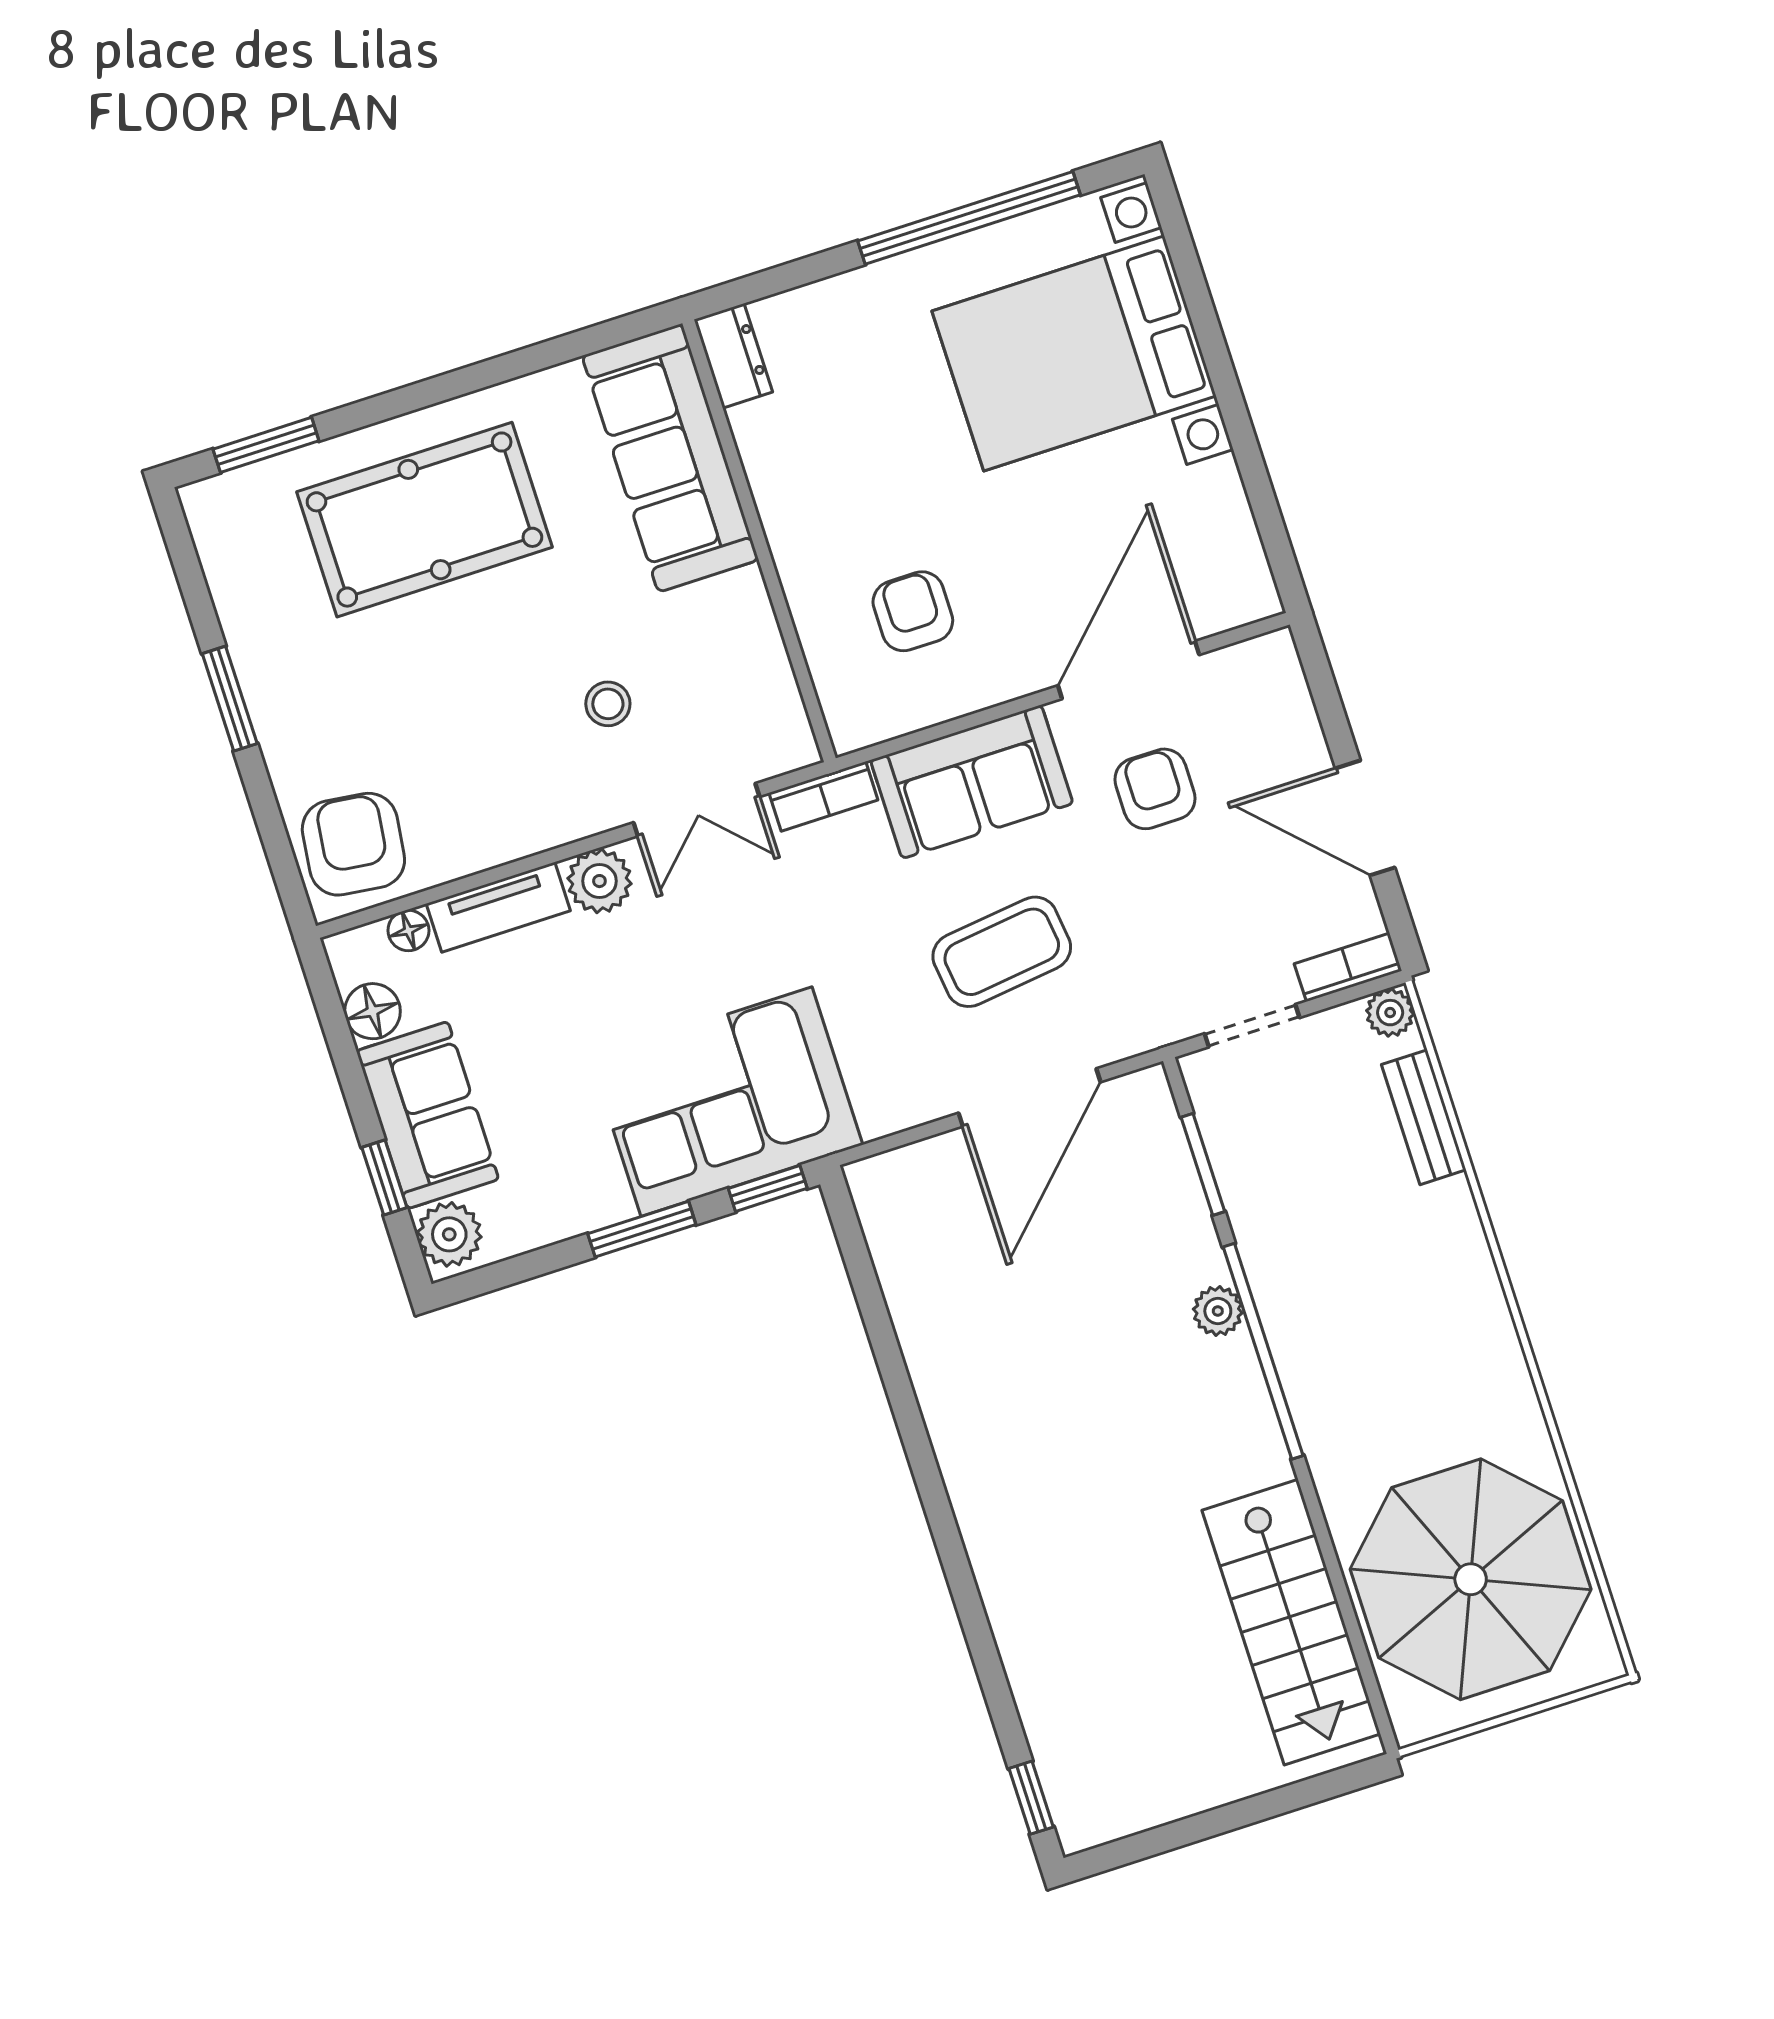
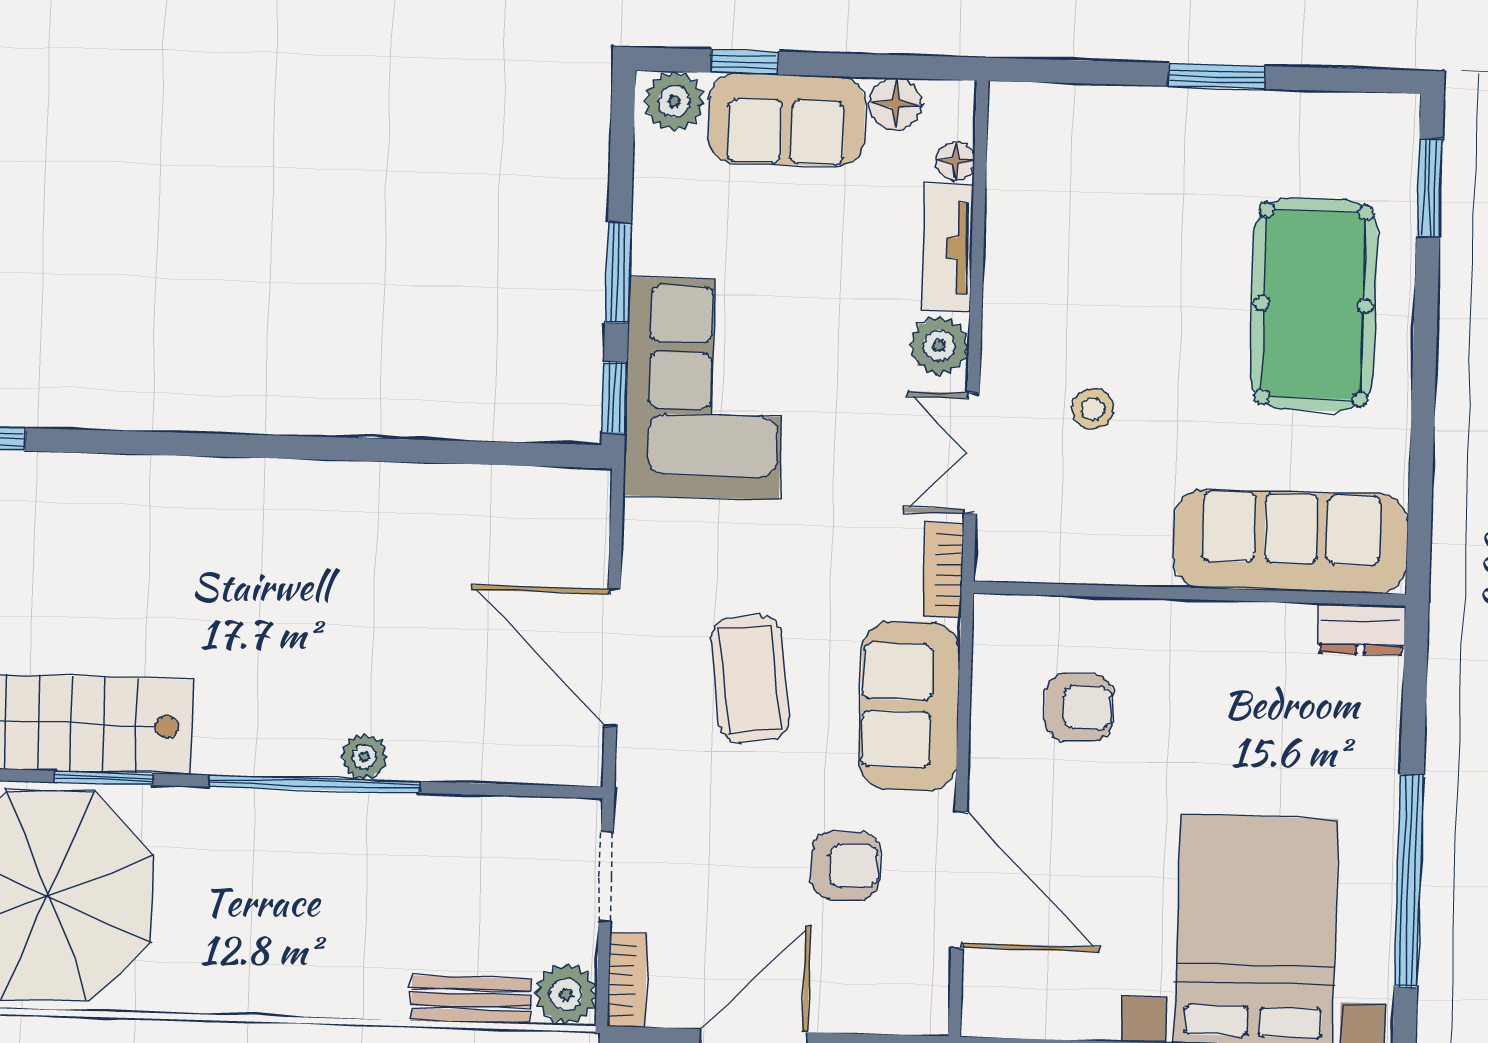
armchair: (353, 844) -> (1049, 140), removed
plant: (1390, 1013) -> (566, 994), width x1.38, depth x1.38
window: (1203, 1164) -> (104, 778), moved

